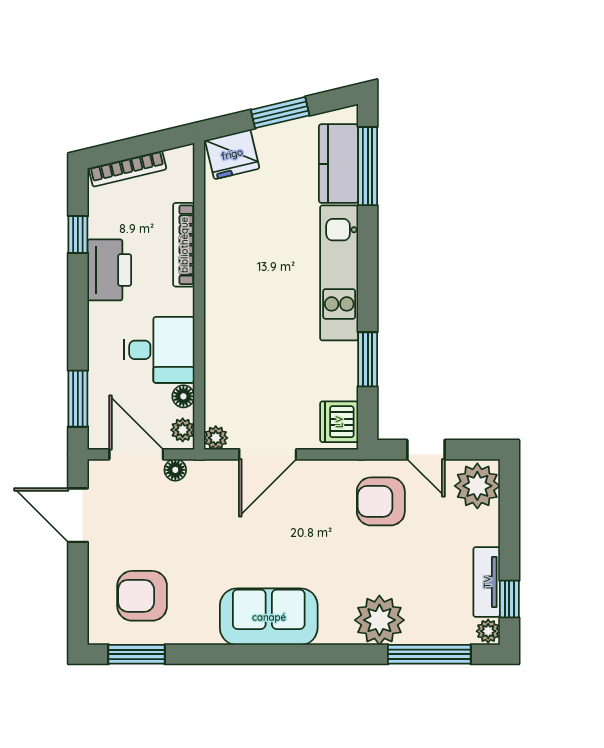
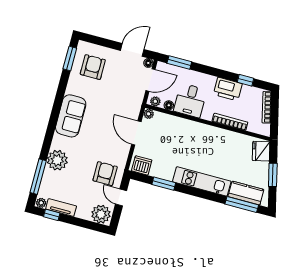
door: (426, 450) -> (121, 197), hinge flipped
floor lamp: (175, 470) -> (148, 63), moved

